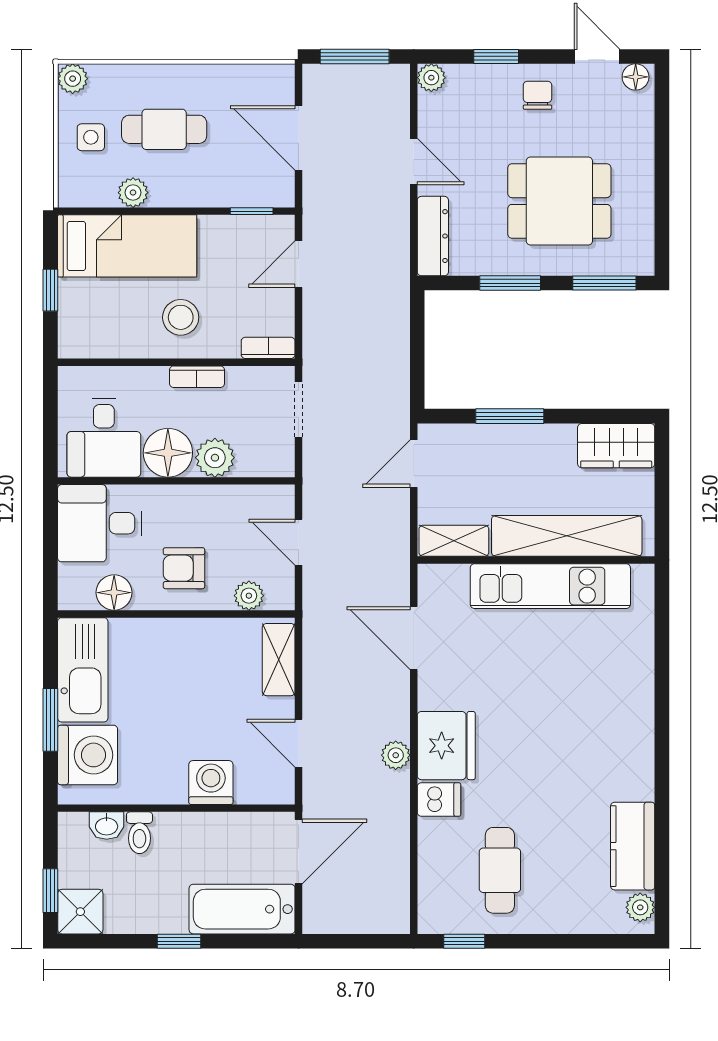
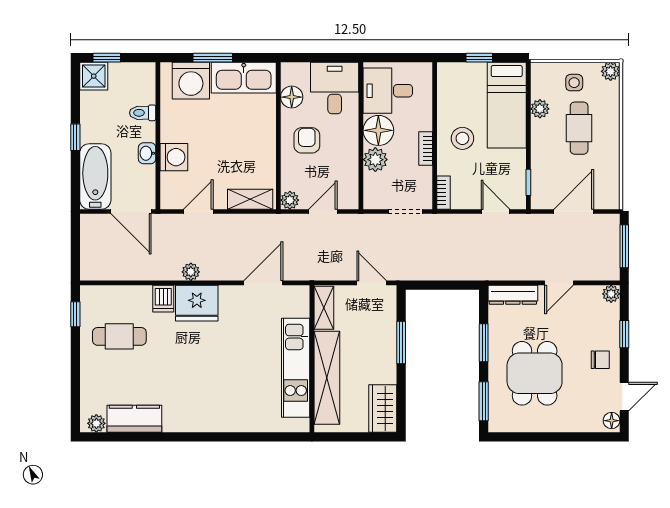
plant: (249, 596) -> (290, 200), moved
washbasin: (107, 826) -> (147, 153), moved

